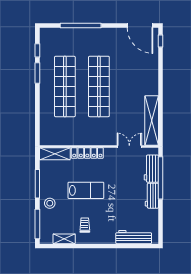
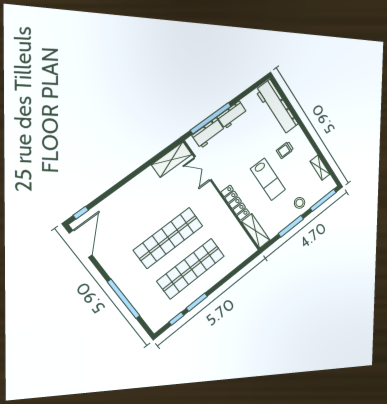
shelving: (152, 120) -> (172, 160), width x0.68
lab bench: (86, 190) -> (268, 179), turned 180
trolley: (85, 225) -> (285, 150), moved
workbench: (134, 237) -> (277, 107), width x1.36, depth x1.32

